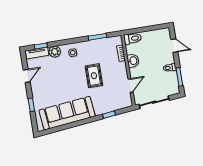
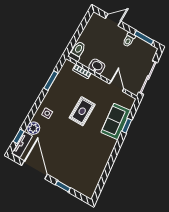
door: (27, 76) -> (35, 170), width x1.87
rug: (94, 76) -> (82, 111), turned 90
sofa: (67, 113) -> (116, 121), moved, width x0.54, depth x0.79

